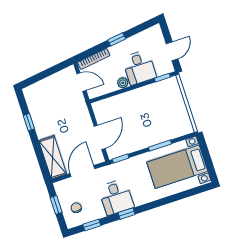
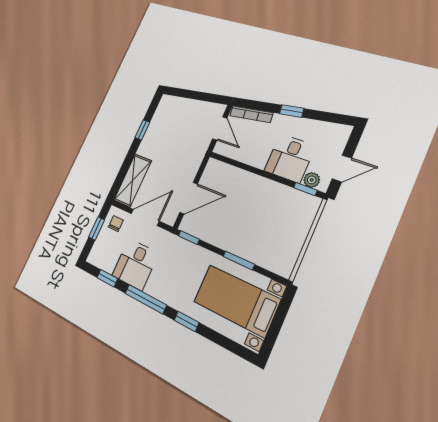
plant: (123, 83) -> (312, 180), moved
desk: (116, 197) -> (135, 264), moved
window: (161, 202) -> (187, 321), added
chair: (76, 208) -> (116, 224), moved
window: (127, 214) -> (146, 299), width x2.17

